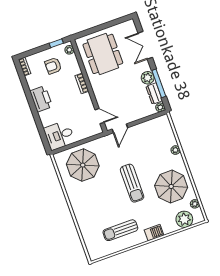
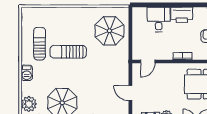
door: (120, 128) -> (130, 93), moved
desk: (59, 135) -> (159, 19), moved
sun lounger: (132, 183) -> (68, 52), moved

